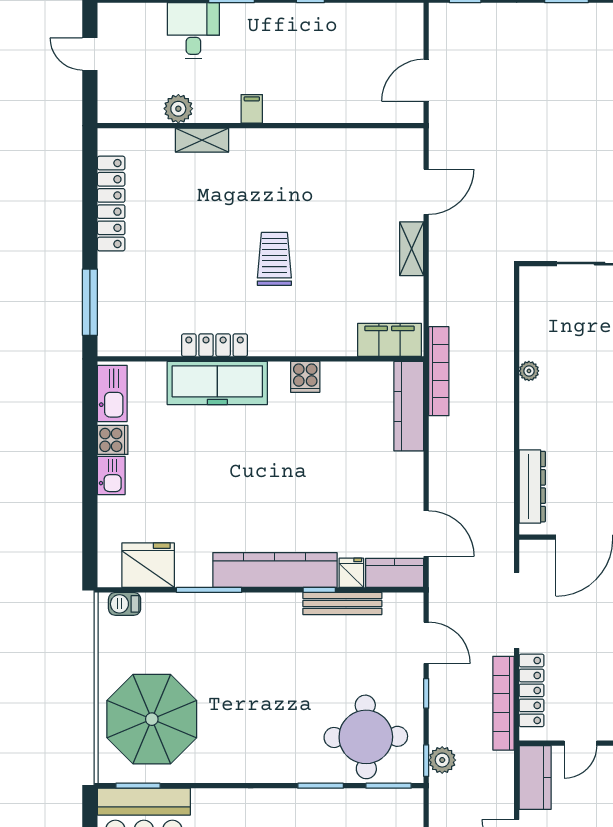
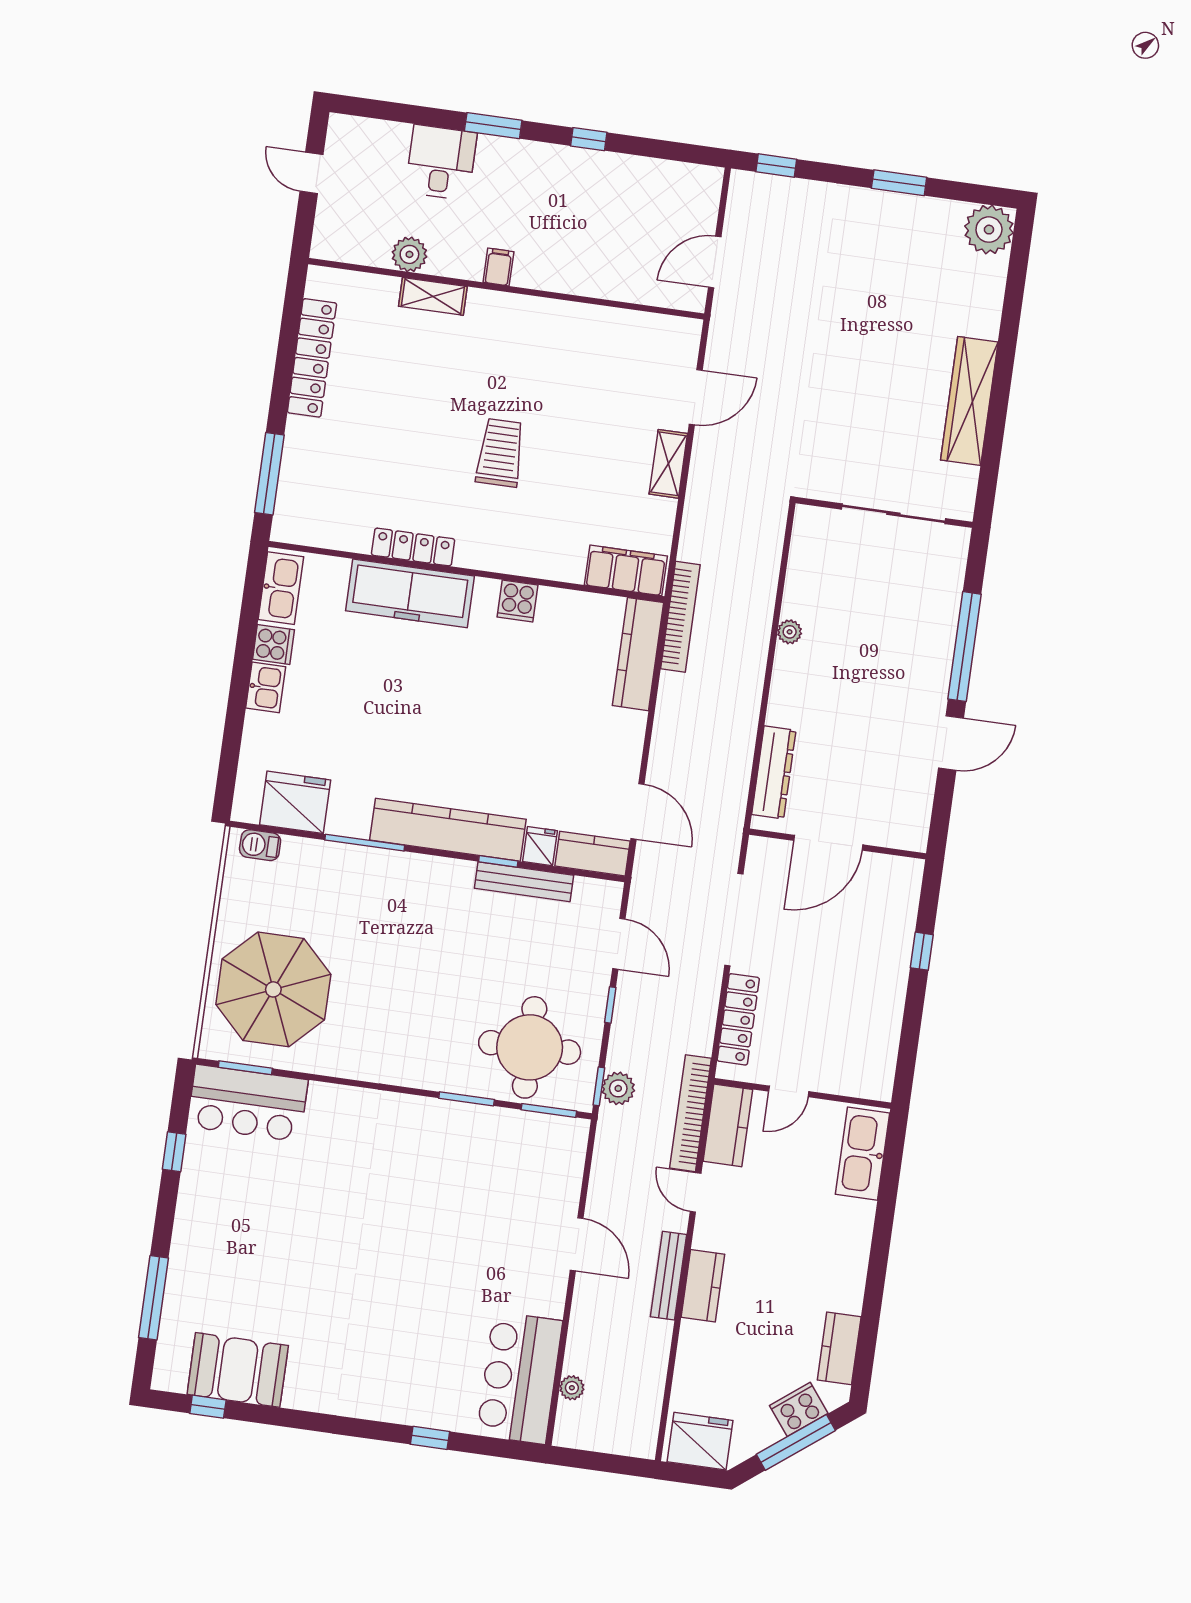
bookcase: (503, 703) -> (690, 1113), moved

